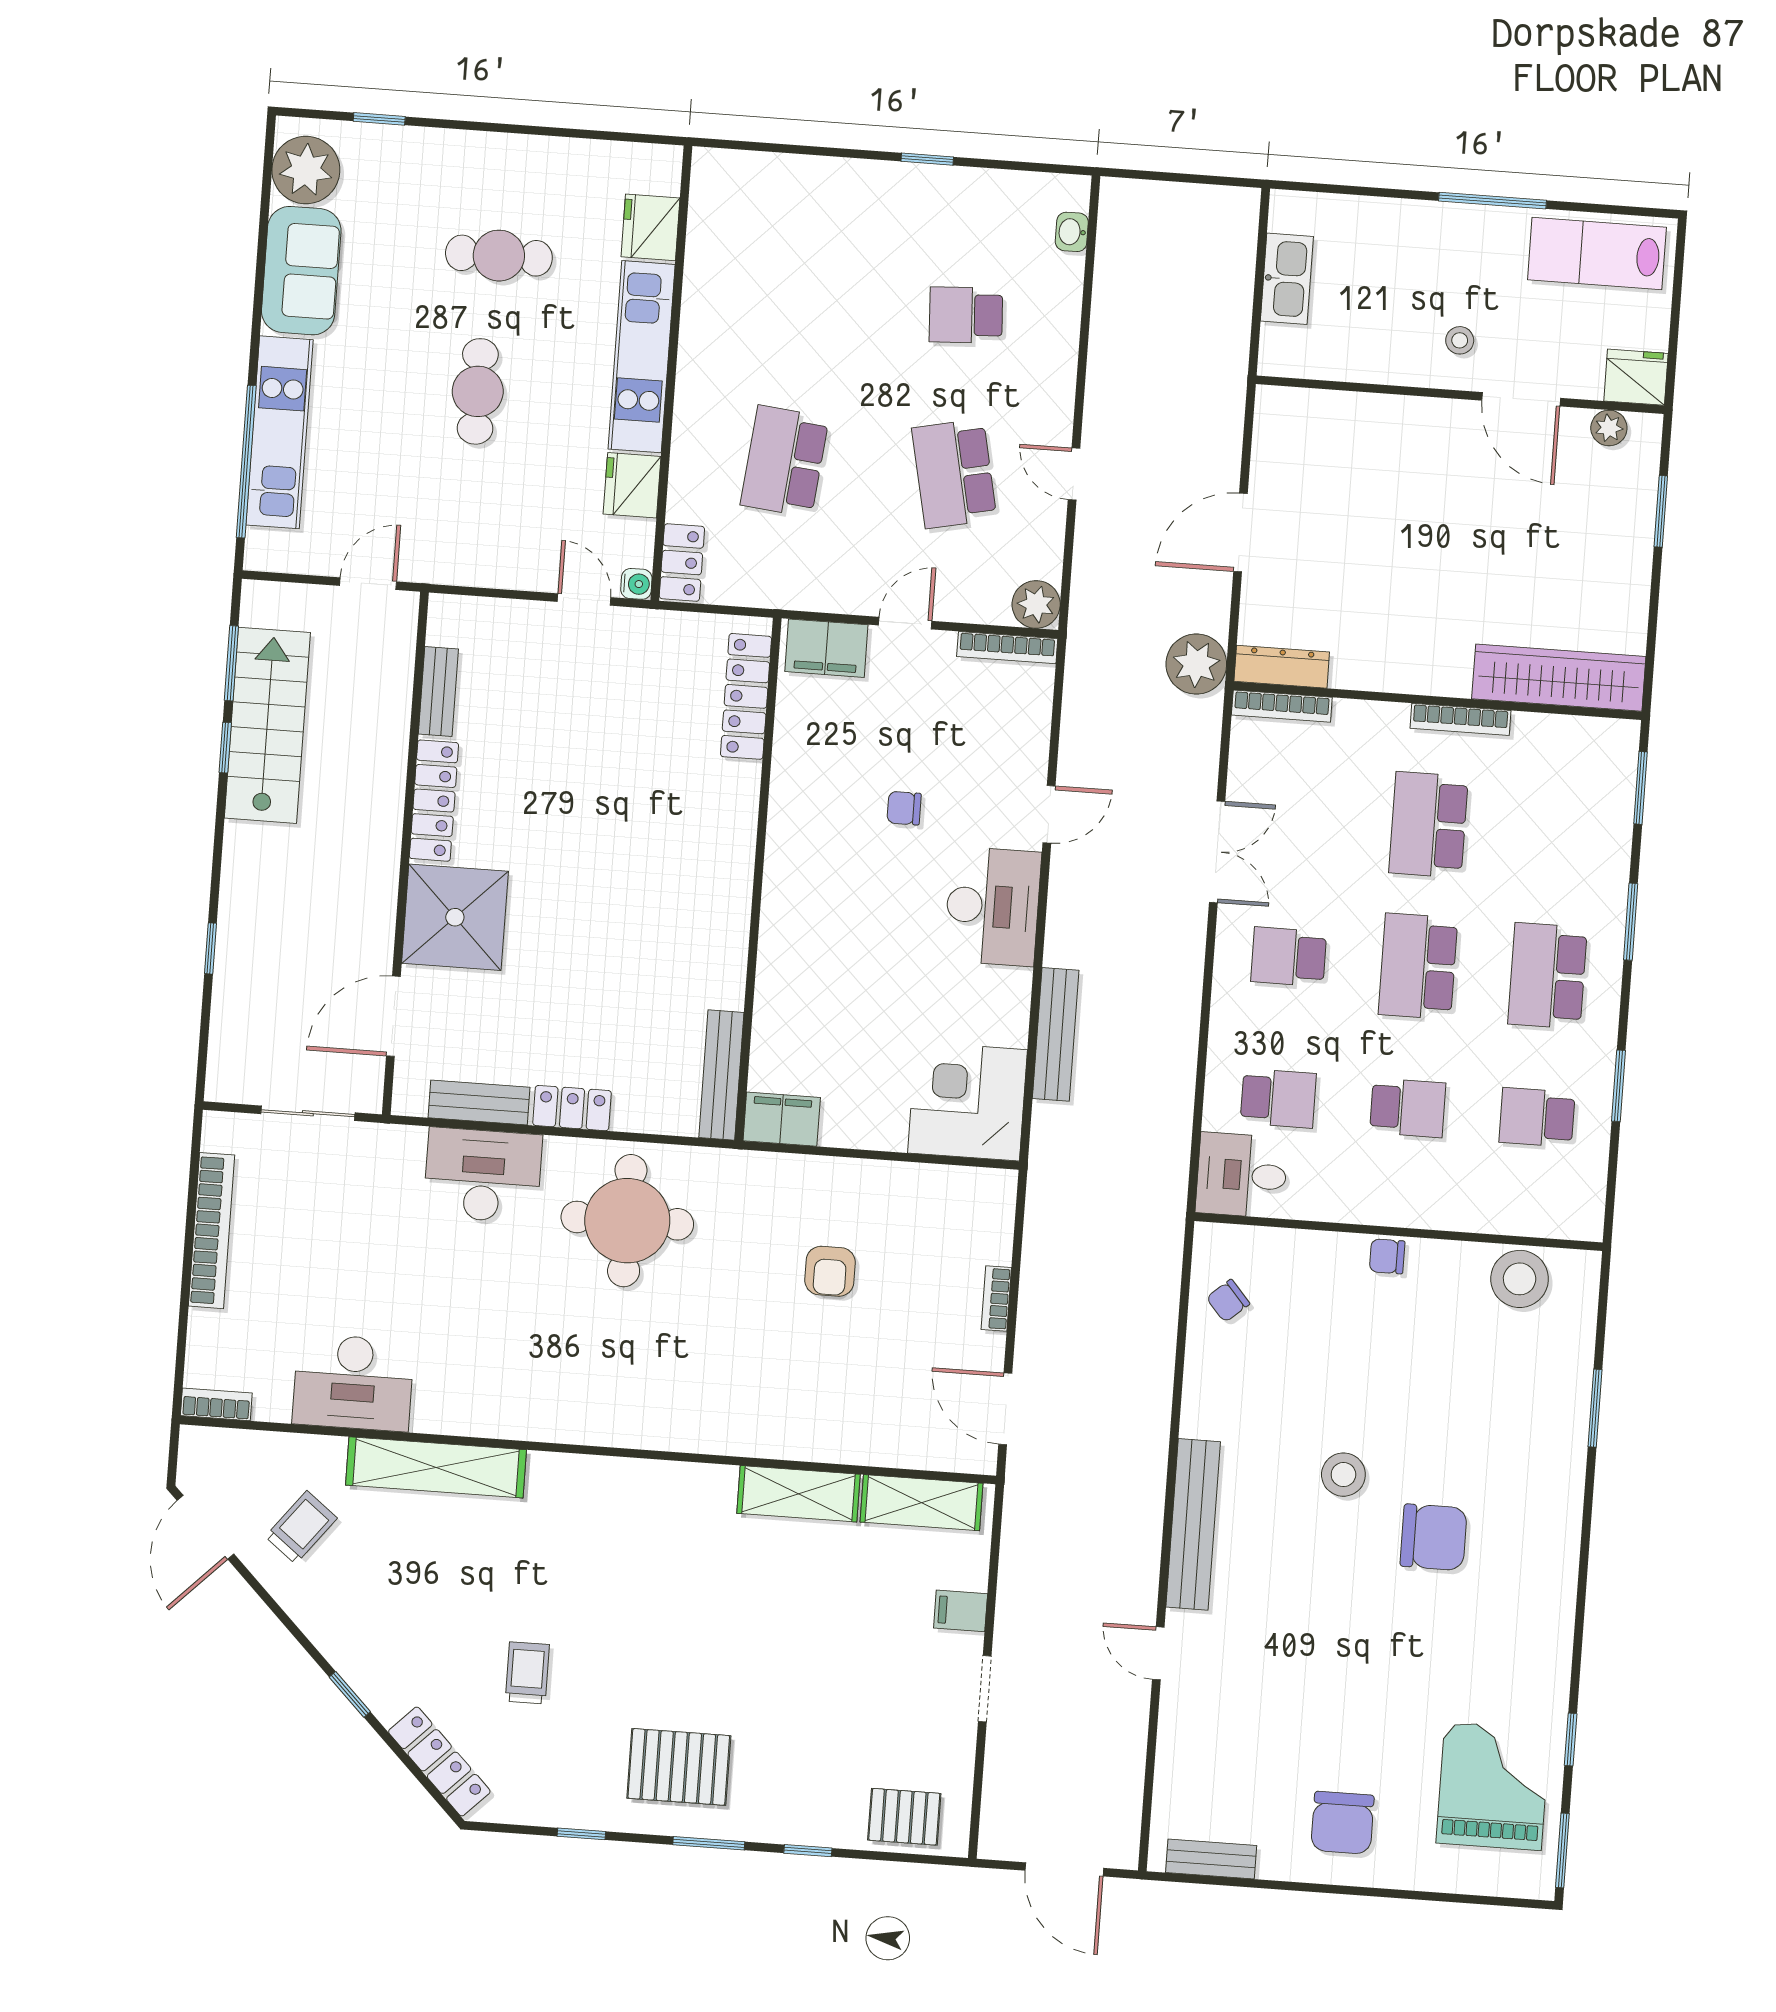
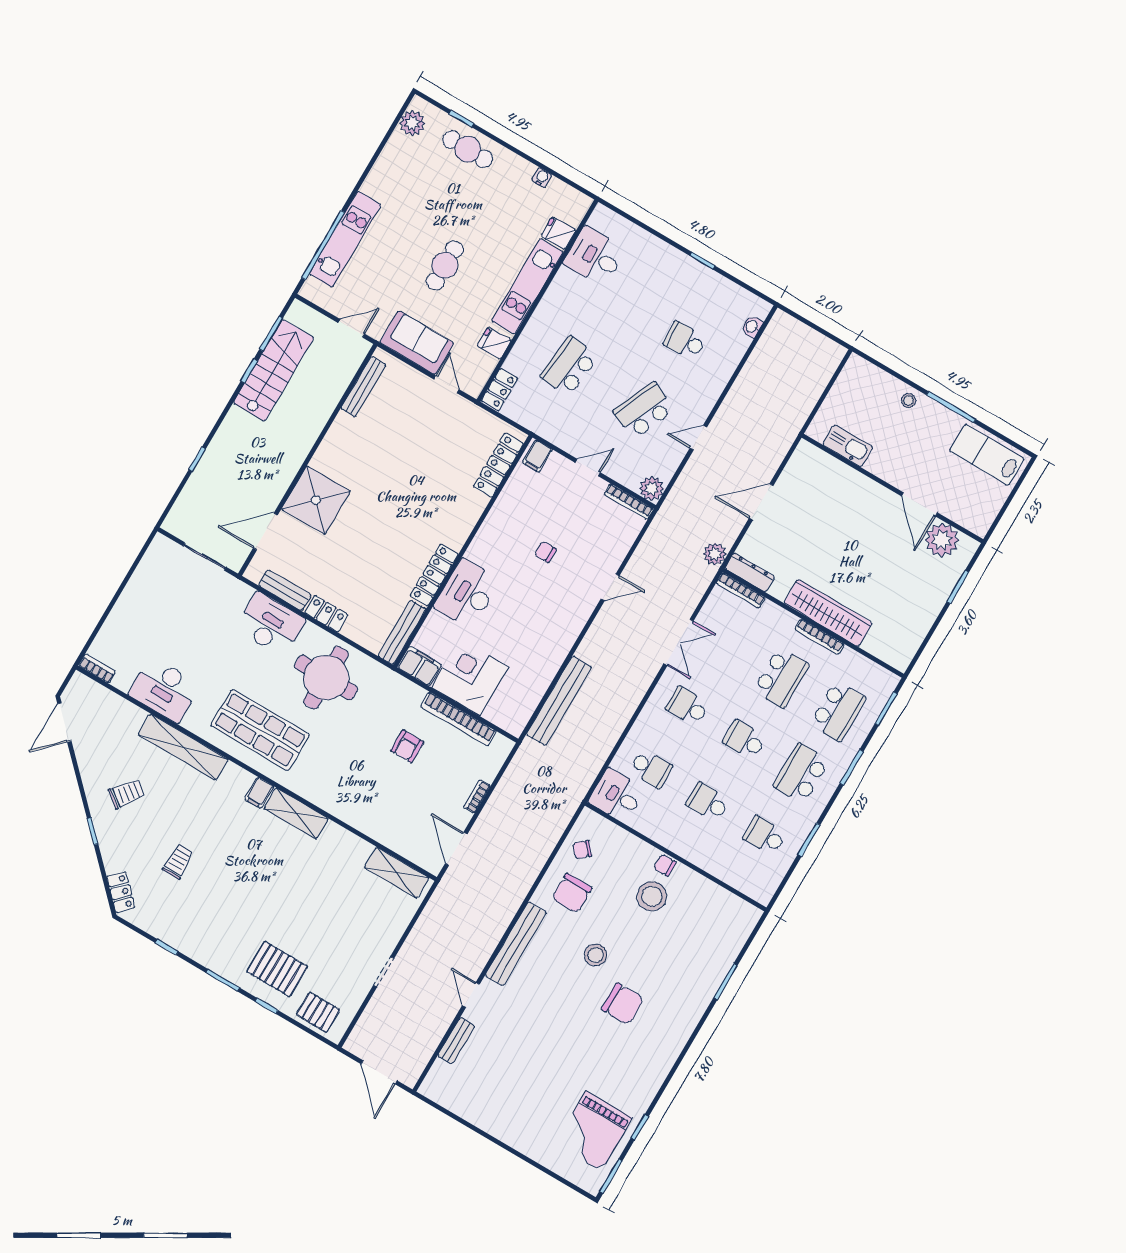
plant: (306, 170) -> (412, 123), width x0.73, depth x0.73
fridge: (650, 227) -> (558, 233), width x0.72
desk: (733, 245) -> (595, 256), added
cafe table: (499, 256) -> (468, 149), moved
sofa: (301, 271) -> (417, 343), moved, turned -90
kitchen sink: (1287, 279) -> (848, 446), moved, turned -90
stool: (1460, 340) -> (908, 400), moved
fridge: (1636, 377) -> (977, 520), removed
plant: (1609, 428) -> (942, 540), width x1.88, depth x1.88
school desk: (954, 474) -> (644, 410), turned 36
door: (1074, 474) -> (698, 438), hinge flipped
fridge: (632, 485) -> (494, 343), width x0.72
water cooler: (636, 584) -> (542, 177), moved, turned -90
filing cabinet: (826, 648) -> (537, 456), width x0.50
plant: (1196, 664) -> (715, 554), width x0.73, depth x0.73
wardrobe: (1559, 678) -> (828, 613), moved
bench: (438, 692) -> (363, 386), width x1.36
locker: (434, 801) -> (434, 575), moved, turned 180
school desk: (1428, 825) -> (781, 678), turned 180
school desk: (1558, 834) -> (838, 711), added
desk: (993, 906) -> (467, 594), moved, turned 180
school desk: (1418, 966) -> (744, 740), width x0.54
bench: (1056, 1034) -> (559, 701), width x1.37, depth x1.21
corner desk: (968, 1101) -> (470, 677), moved
school desk: (1408, 1108) -> (708, 802), turned 180
bookcase: (212, 1231) -> (458, 719), moved, turned 90
stool: (1520, 1279) -> (652, 896), moved
shop shelf: (557, 1370) -> (260, 730), added
shelving: (799, 1494) -> (296, 813), moved
trolley: (301, 1527) -> (127, 794), moved
filing cabinet: (961, 1611) -> (259, 793), moved, turned -90
locker: (439, 1761) -> (121, 892), width x0.66
pallet: (679, 1767) -> (277, 969), moved
grand piano: (1493, 1786) -> (594, 1131), turned 180
chair: (1342, 1823) -> (572, 893), moved
bench: (1211, 1859) -> (456, 1041), moved, turned 90

